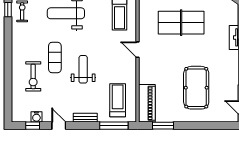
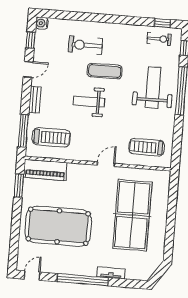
table tennis table: (181, 23) -> (132, 215), width x1.36, depth x1.32
weight bench: (83, 69) -> (89, 102), turned 180
pool table: (196, 88) -> (58, 226), width x1.36, depth x1.32
water cooler: (36, 117) -> (42, 23), moved

